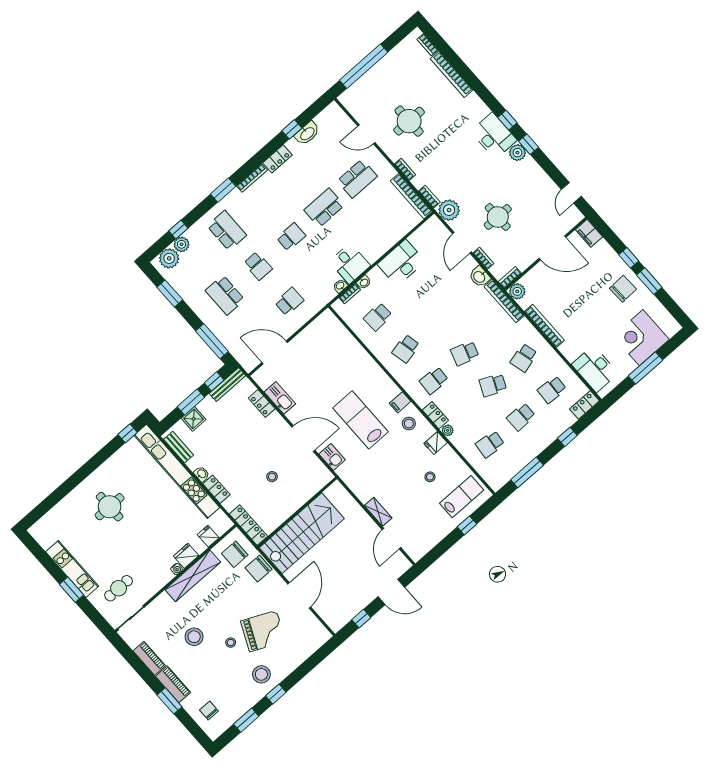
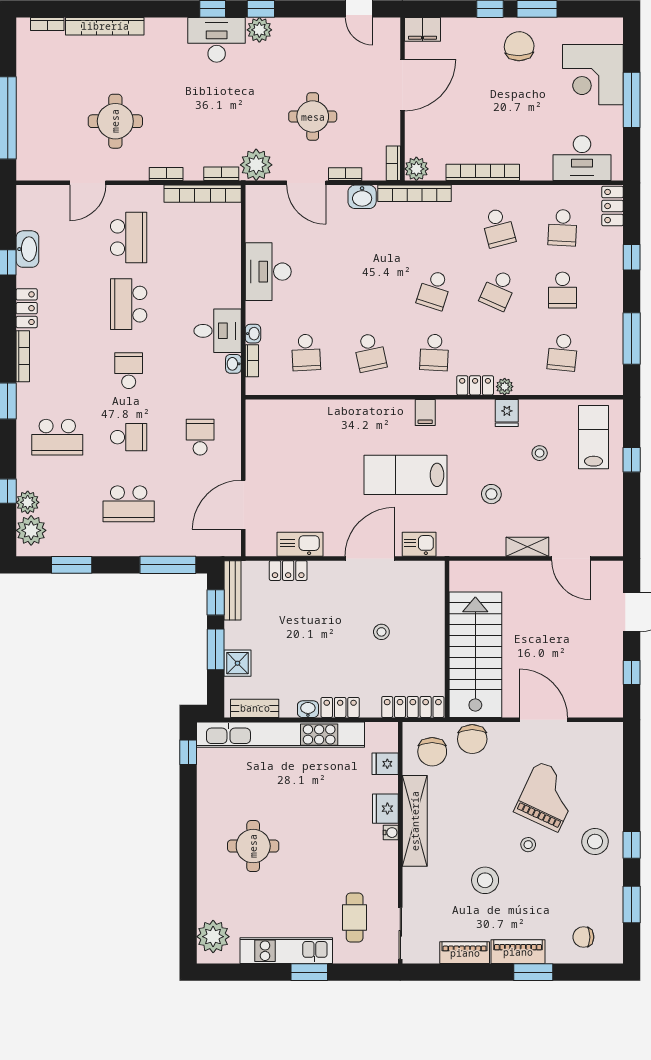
school desk: (227, 231) -> (57, 437), turned 180
stool: (409, 423) -> (491, 494), moved
plant: (47, 526) -> (213, 937), added

